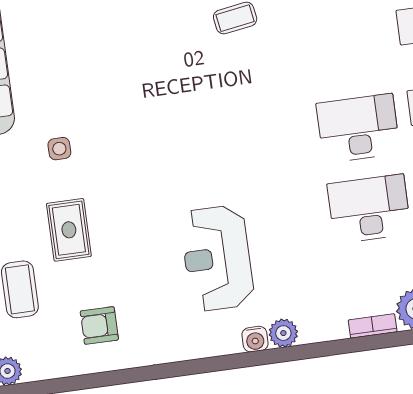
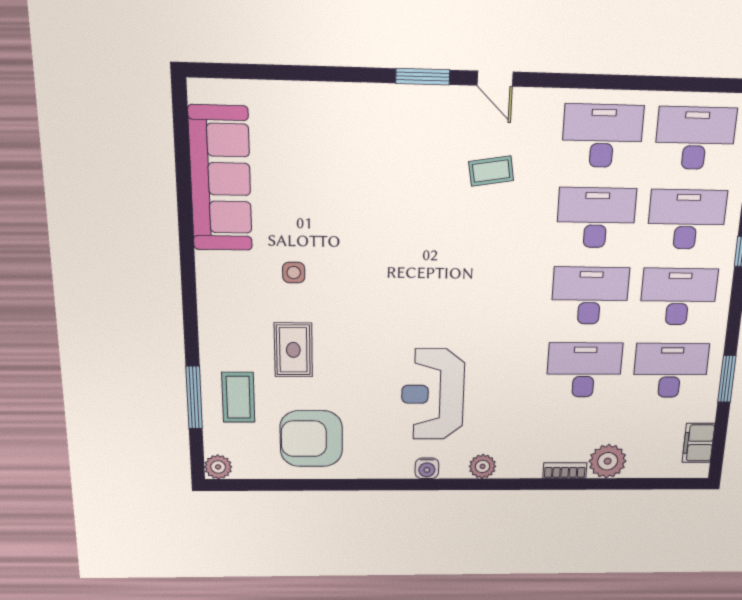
desk: (347, 48) -> (596, 218), added
armchair: (99, 325) -> (311, 439), width x1.88, depth x1.88
water cooler: (255, 339) -> (427, 468), moved

